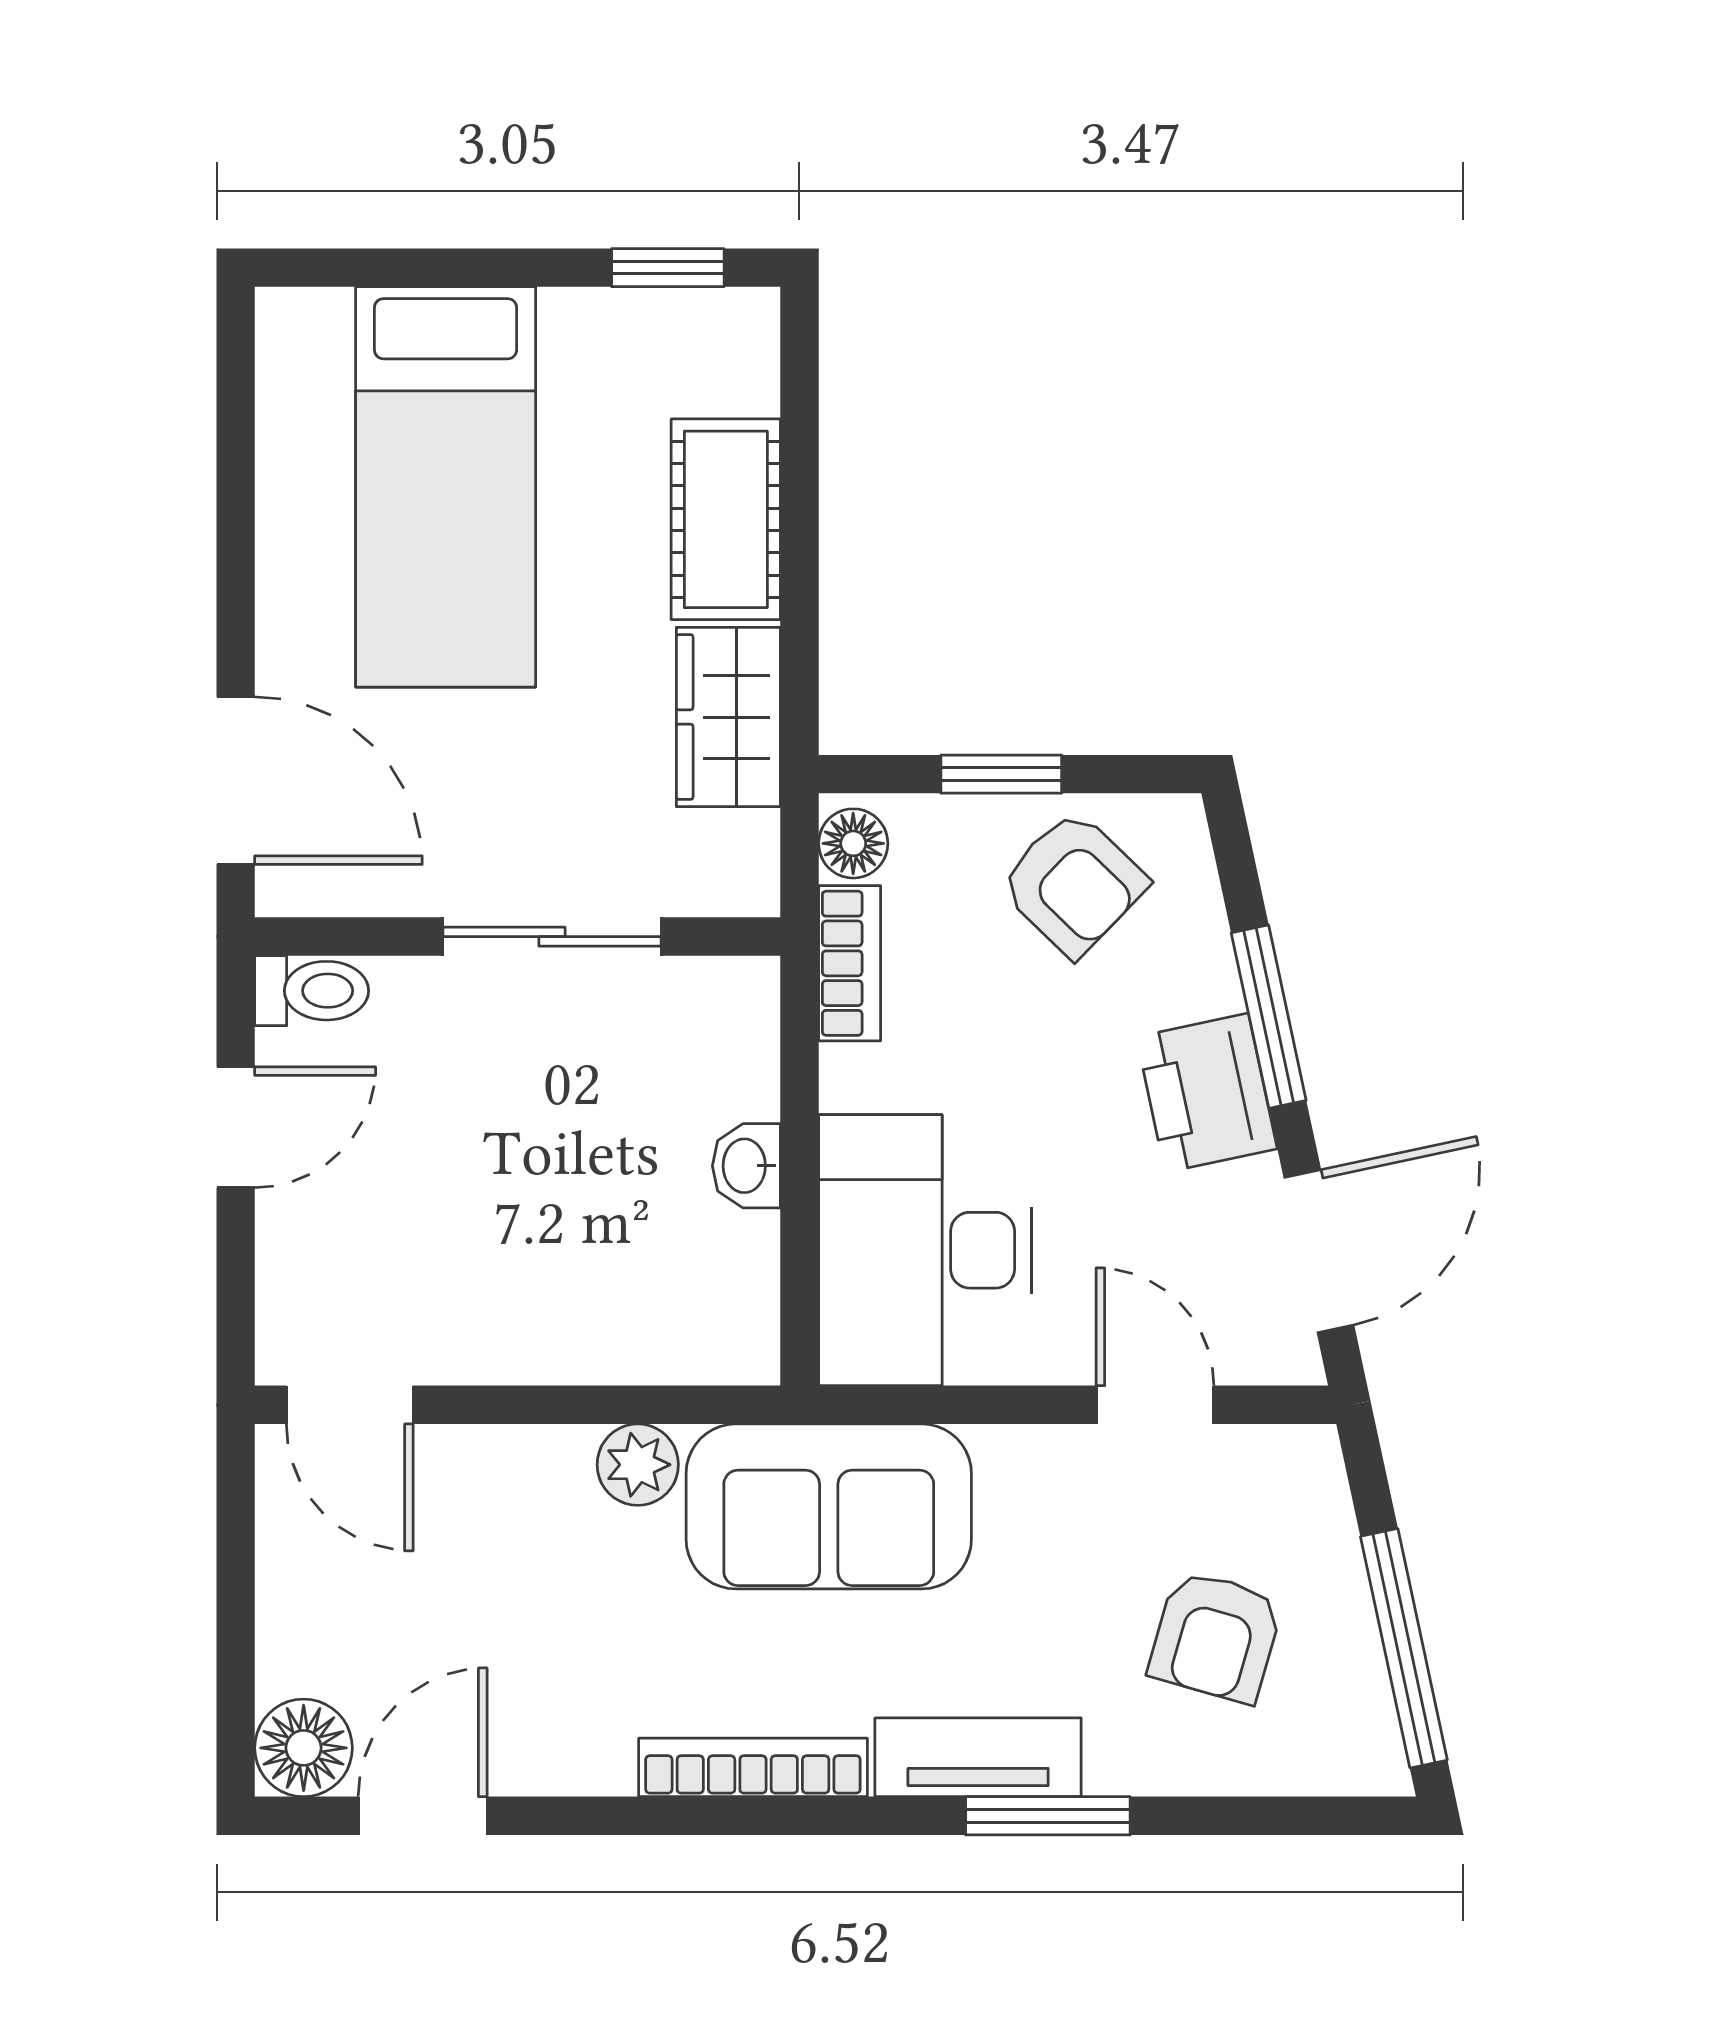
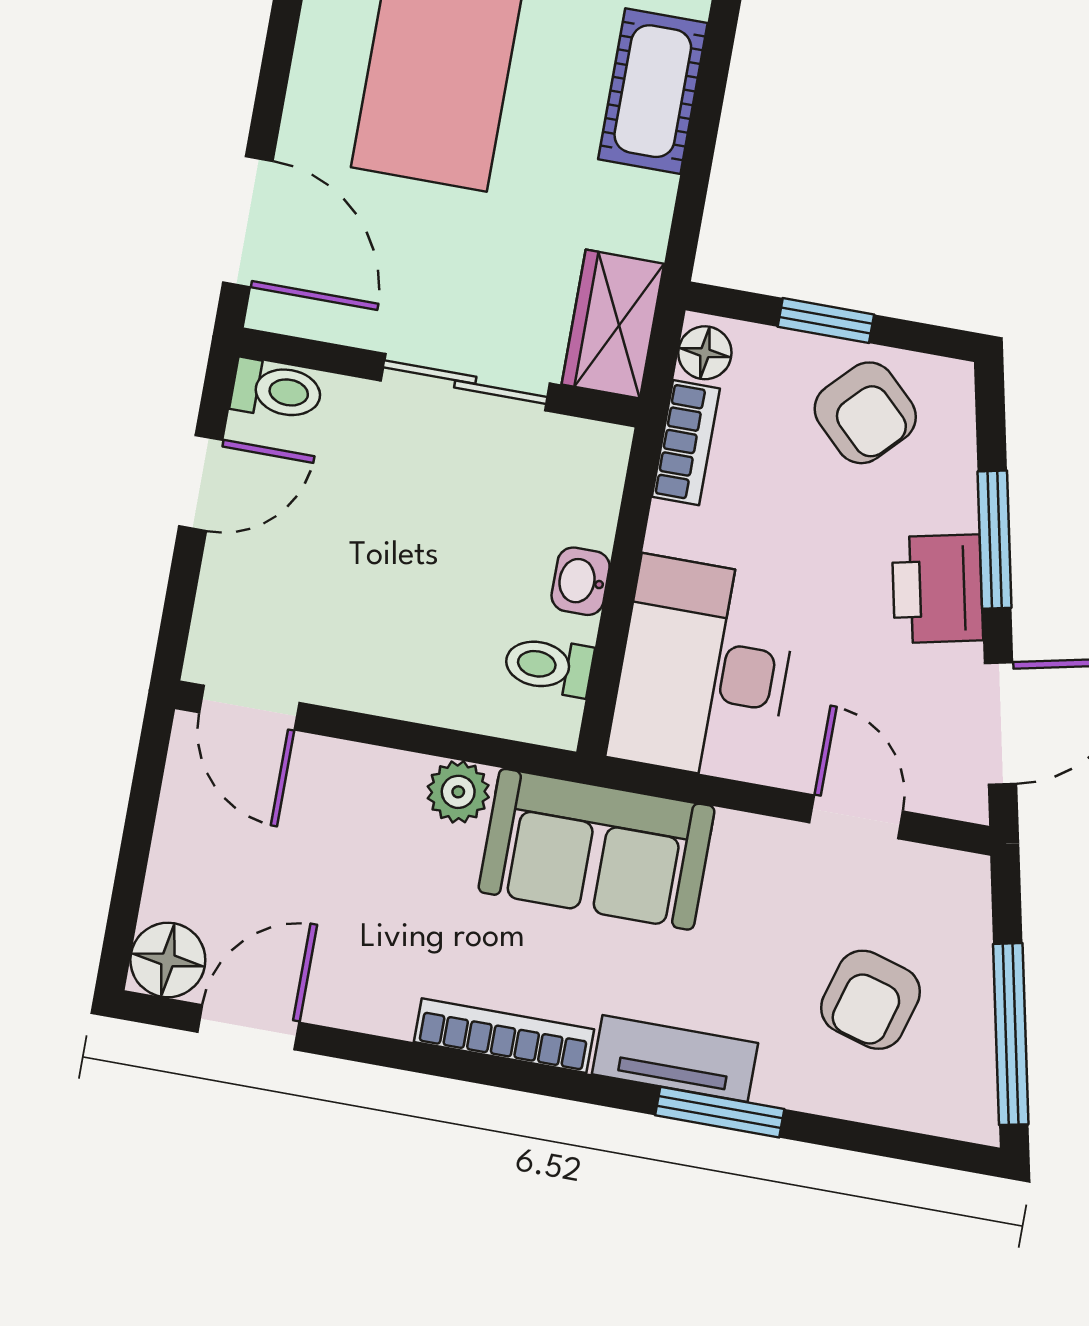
wardrobe: (728, 717) -> (613, 324), moved
toilet: (725, 1282) -> (549, 666), added

